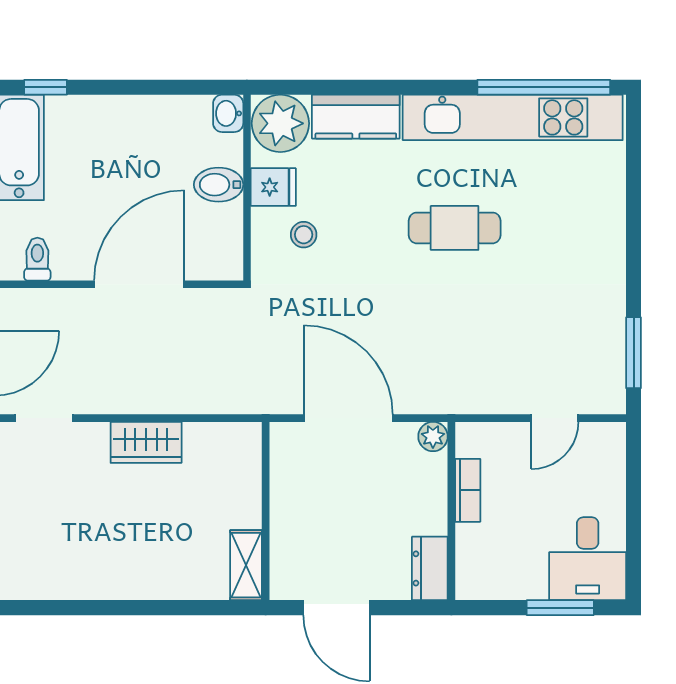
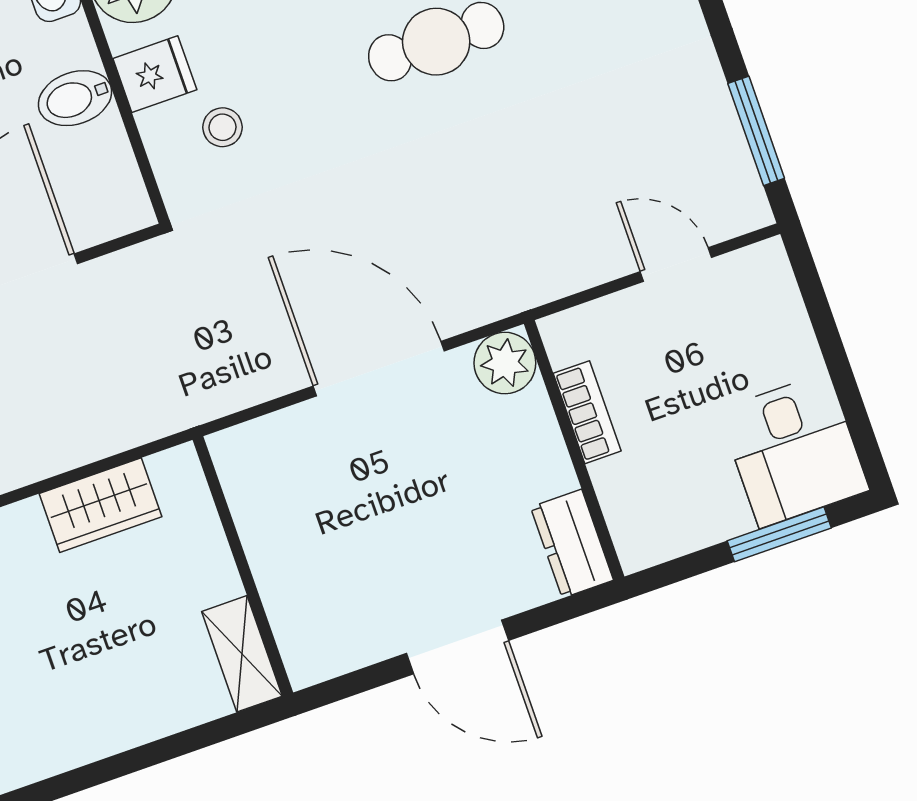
door: (555, 418) -> (676, 264), swing flipped
plant: (433, 437) -> (505, 363), width x1.38, depth x1.38
wall: (266, 511) -> (243, 566), moved
shelving: (246, 565) -> (242, 654), moved

